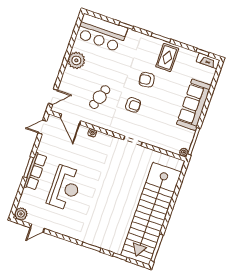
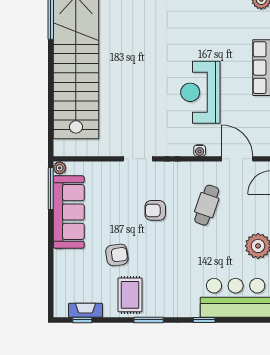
fireplace: (208, 61) -> (86, 310), moved
armchair: (147, 80) -> (117, 255), moved
sofa: (194, 105) -> (69, 212), moved
reception desk: (65, 188) -> (200, 92), moved

